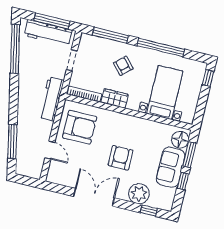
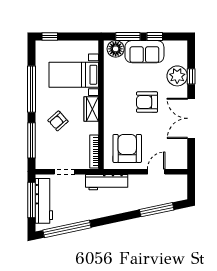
wardrobe: (115, 98) -> (91, 109), moved
window: (149, 211) -> (191, 76), moved

